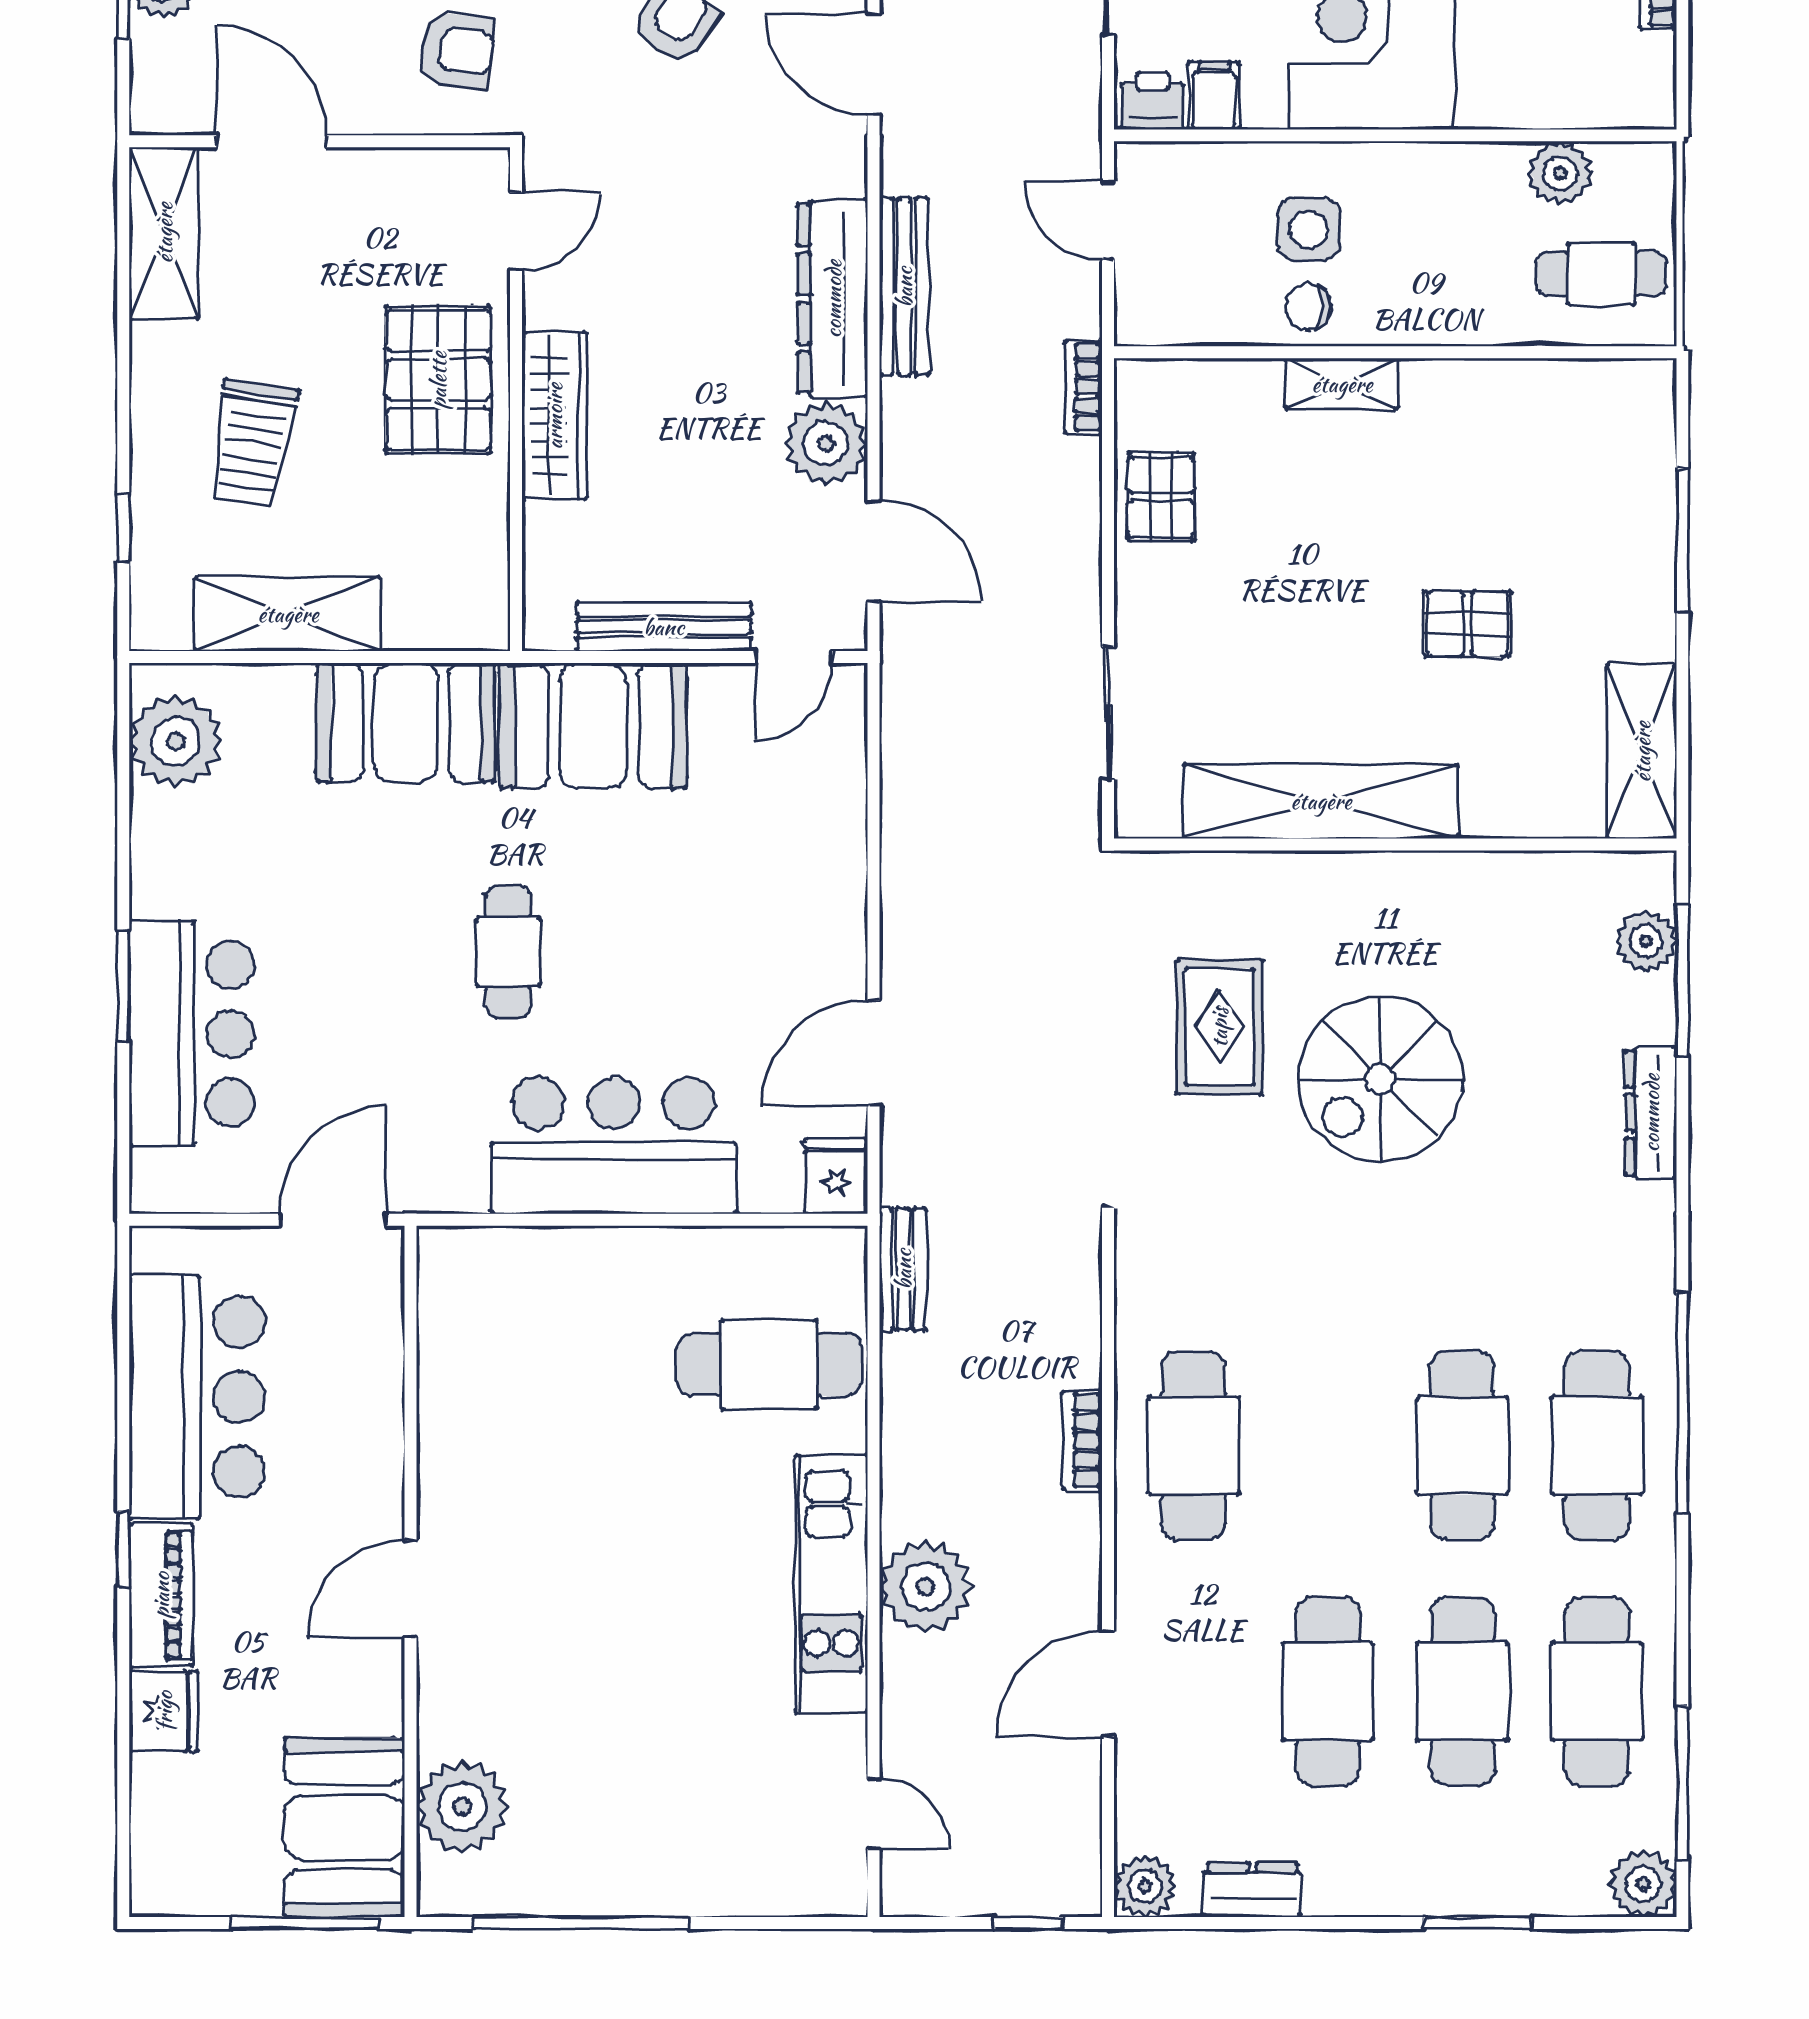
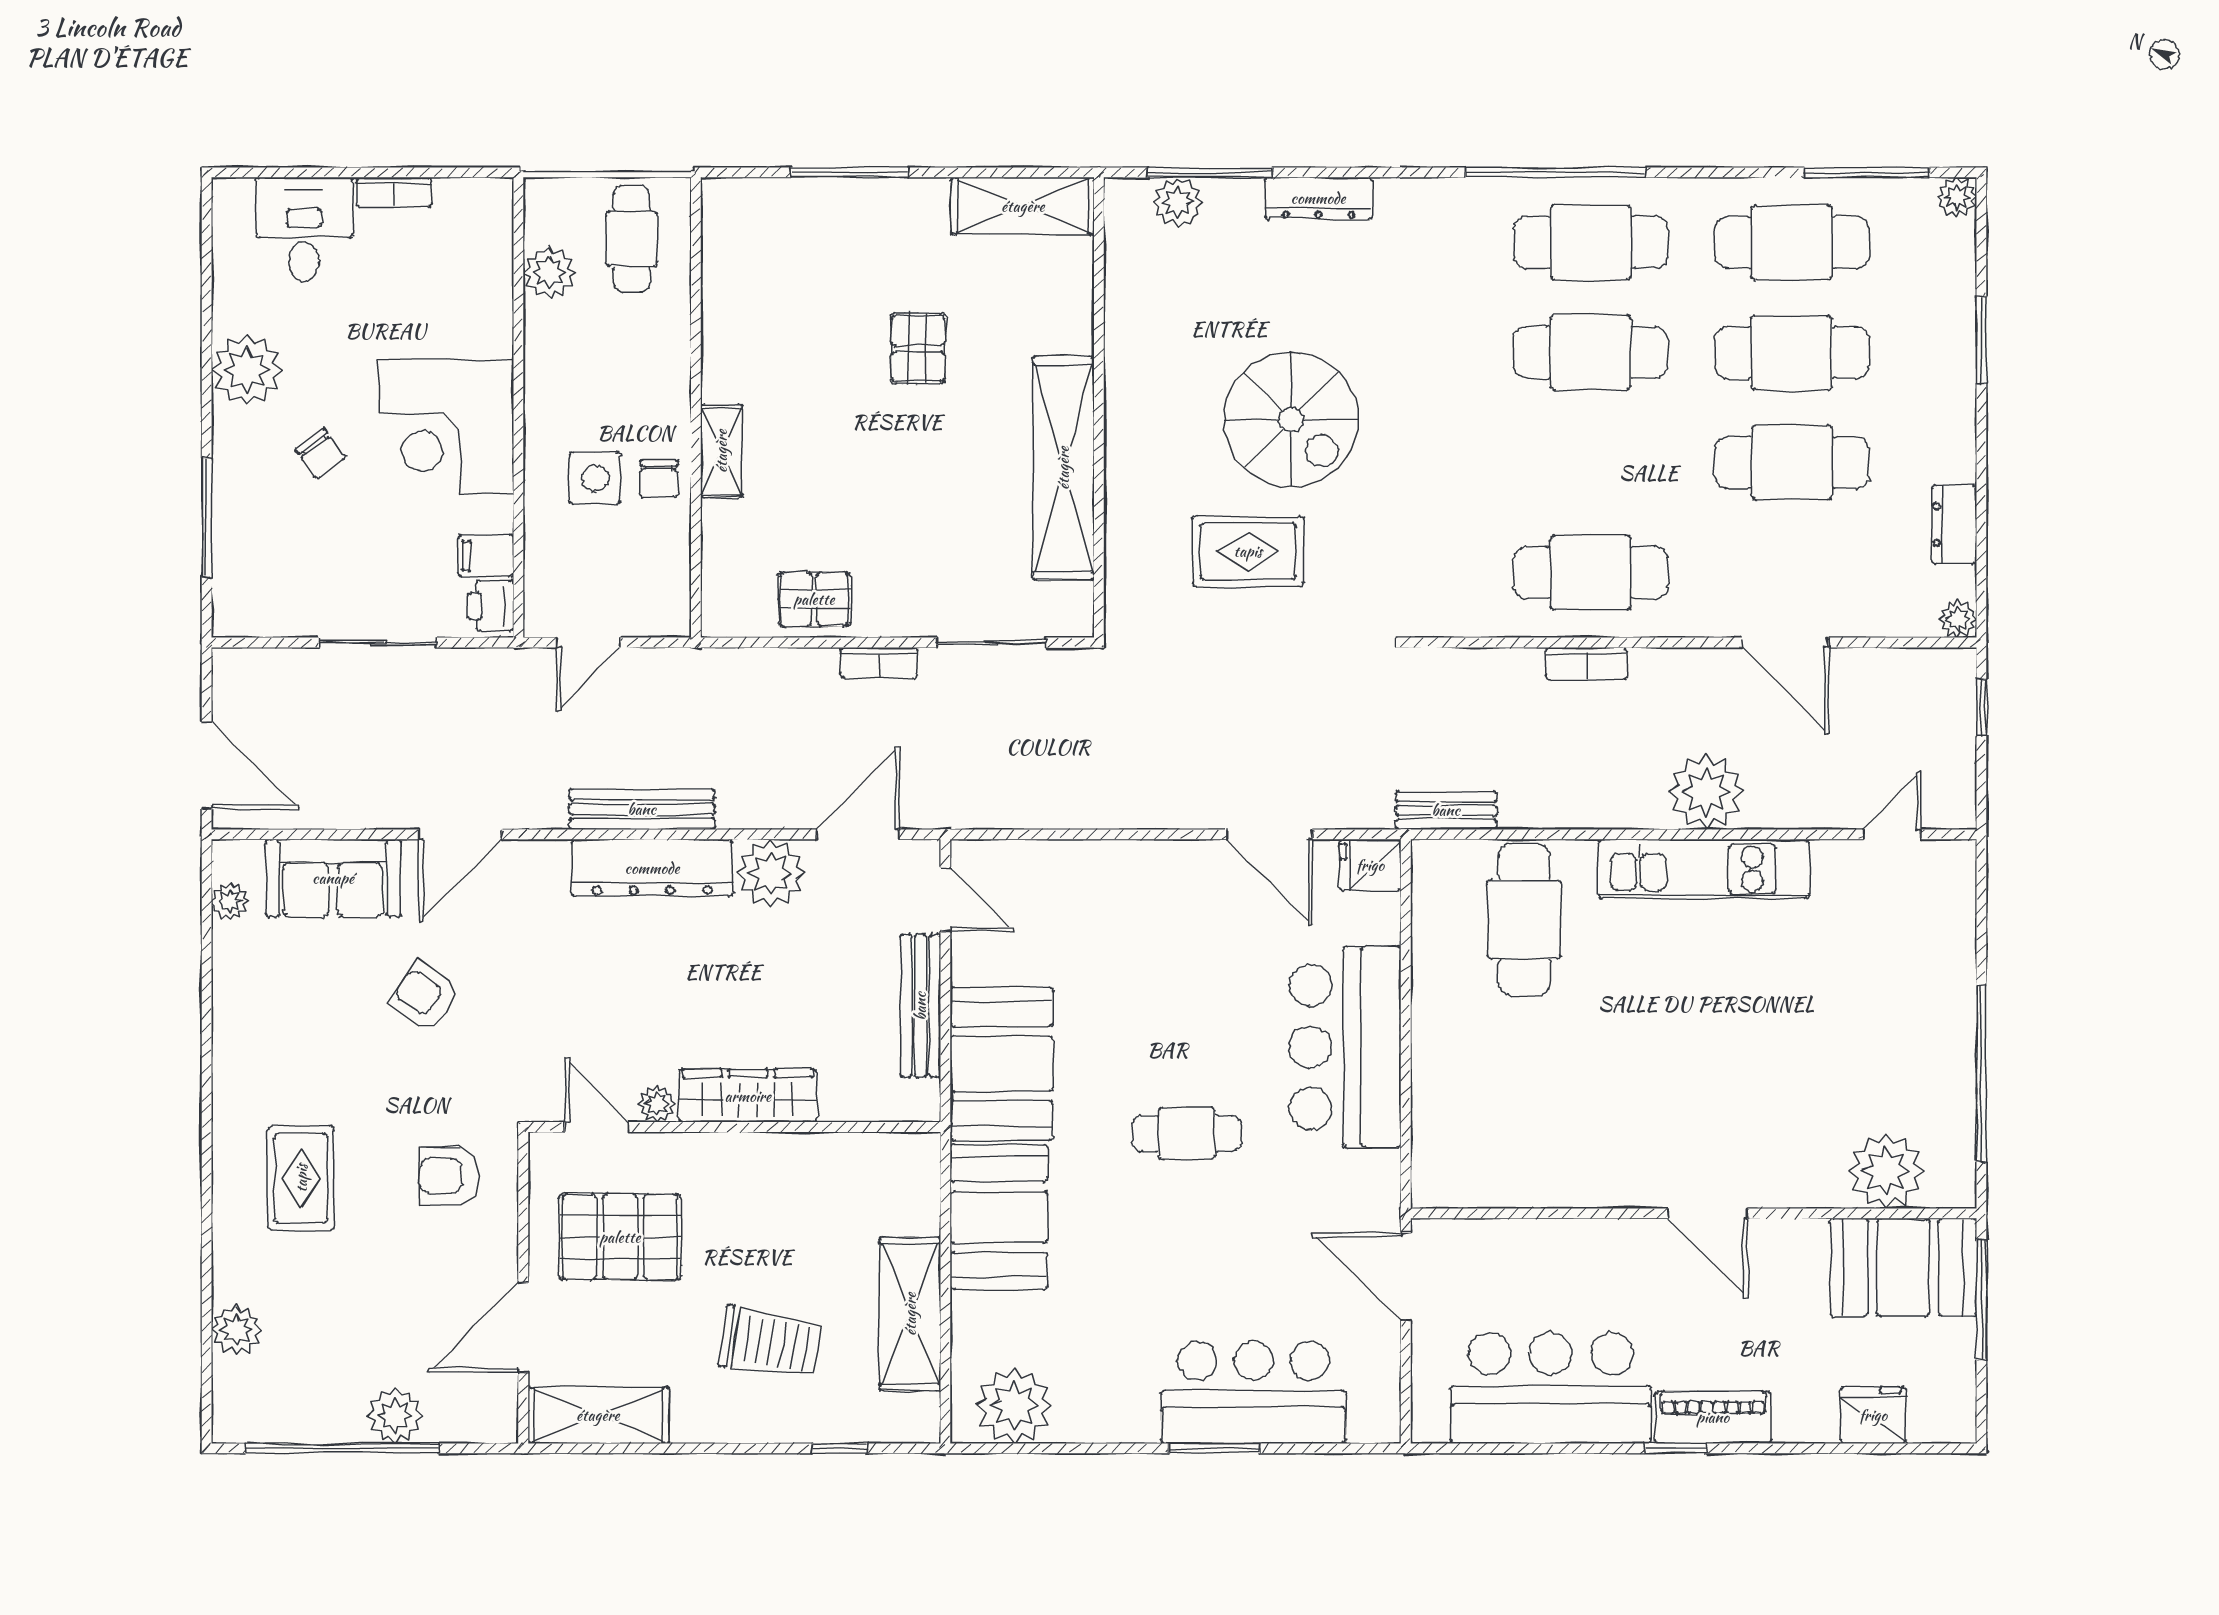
armchair: (456, 50) -> (449, 1176), turned -97
plant: (544, 304) -> (657, 1104), added
pallet: (438, 380) -> (620, 1237), moved
bookcase: (1083, 387) -> (879, 663), moved
fridge: (164, 1711) -> (1873, 1415), moved
plant: (1643, 1884) -> (1957, 197), width x0.73, depth x0.73
plant: (1145, 1886) -> (1958, 619), width x0.73, depth x0.73

